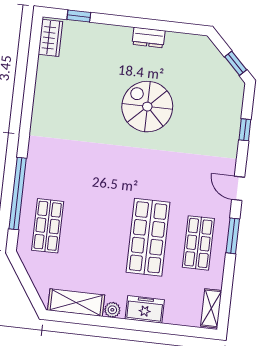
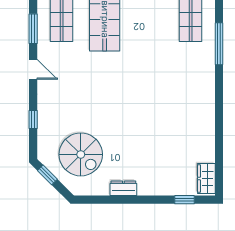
spiral stairs: (147, 107) -> (81, 154), moved
window: (18, 193) -> (219, 44), width x0.68

